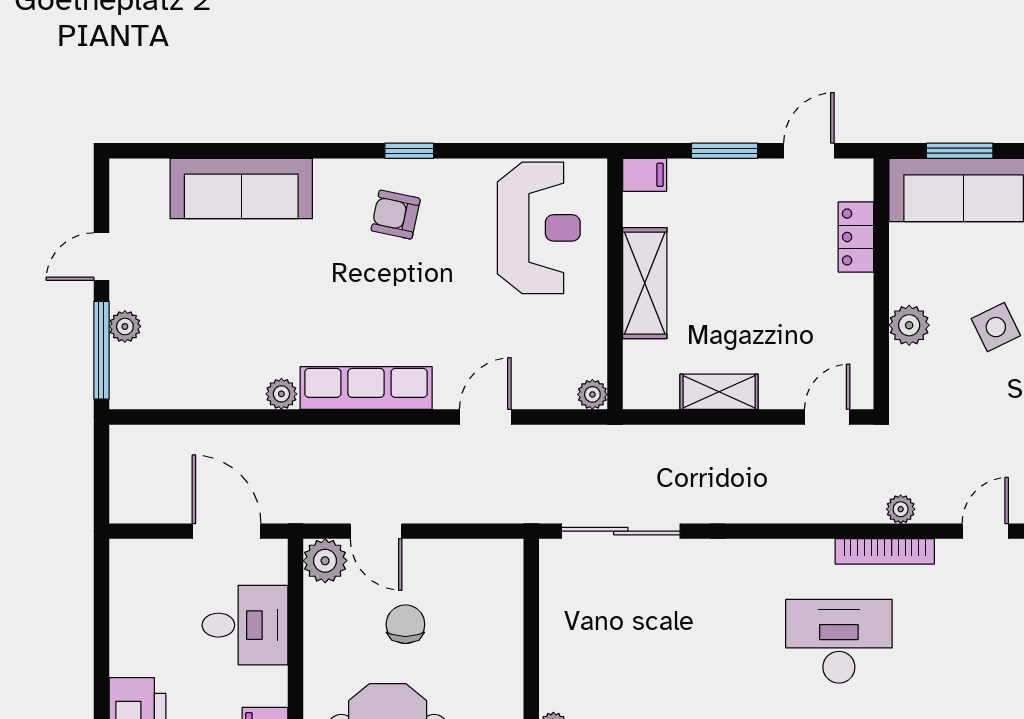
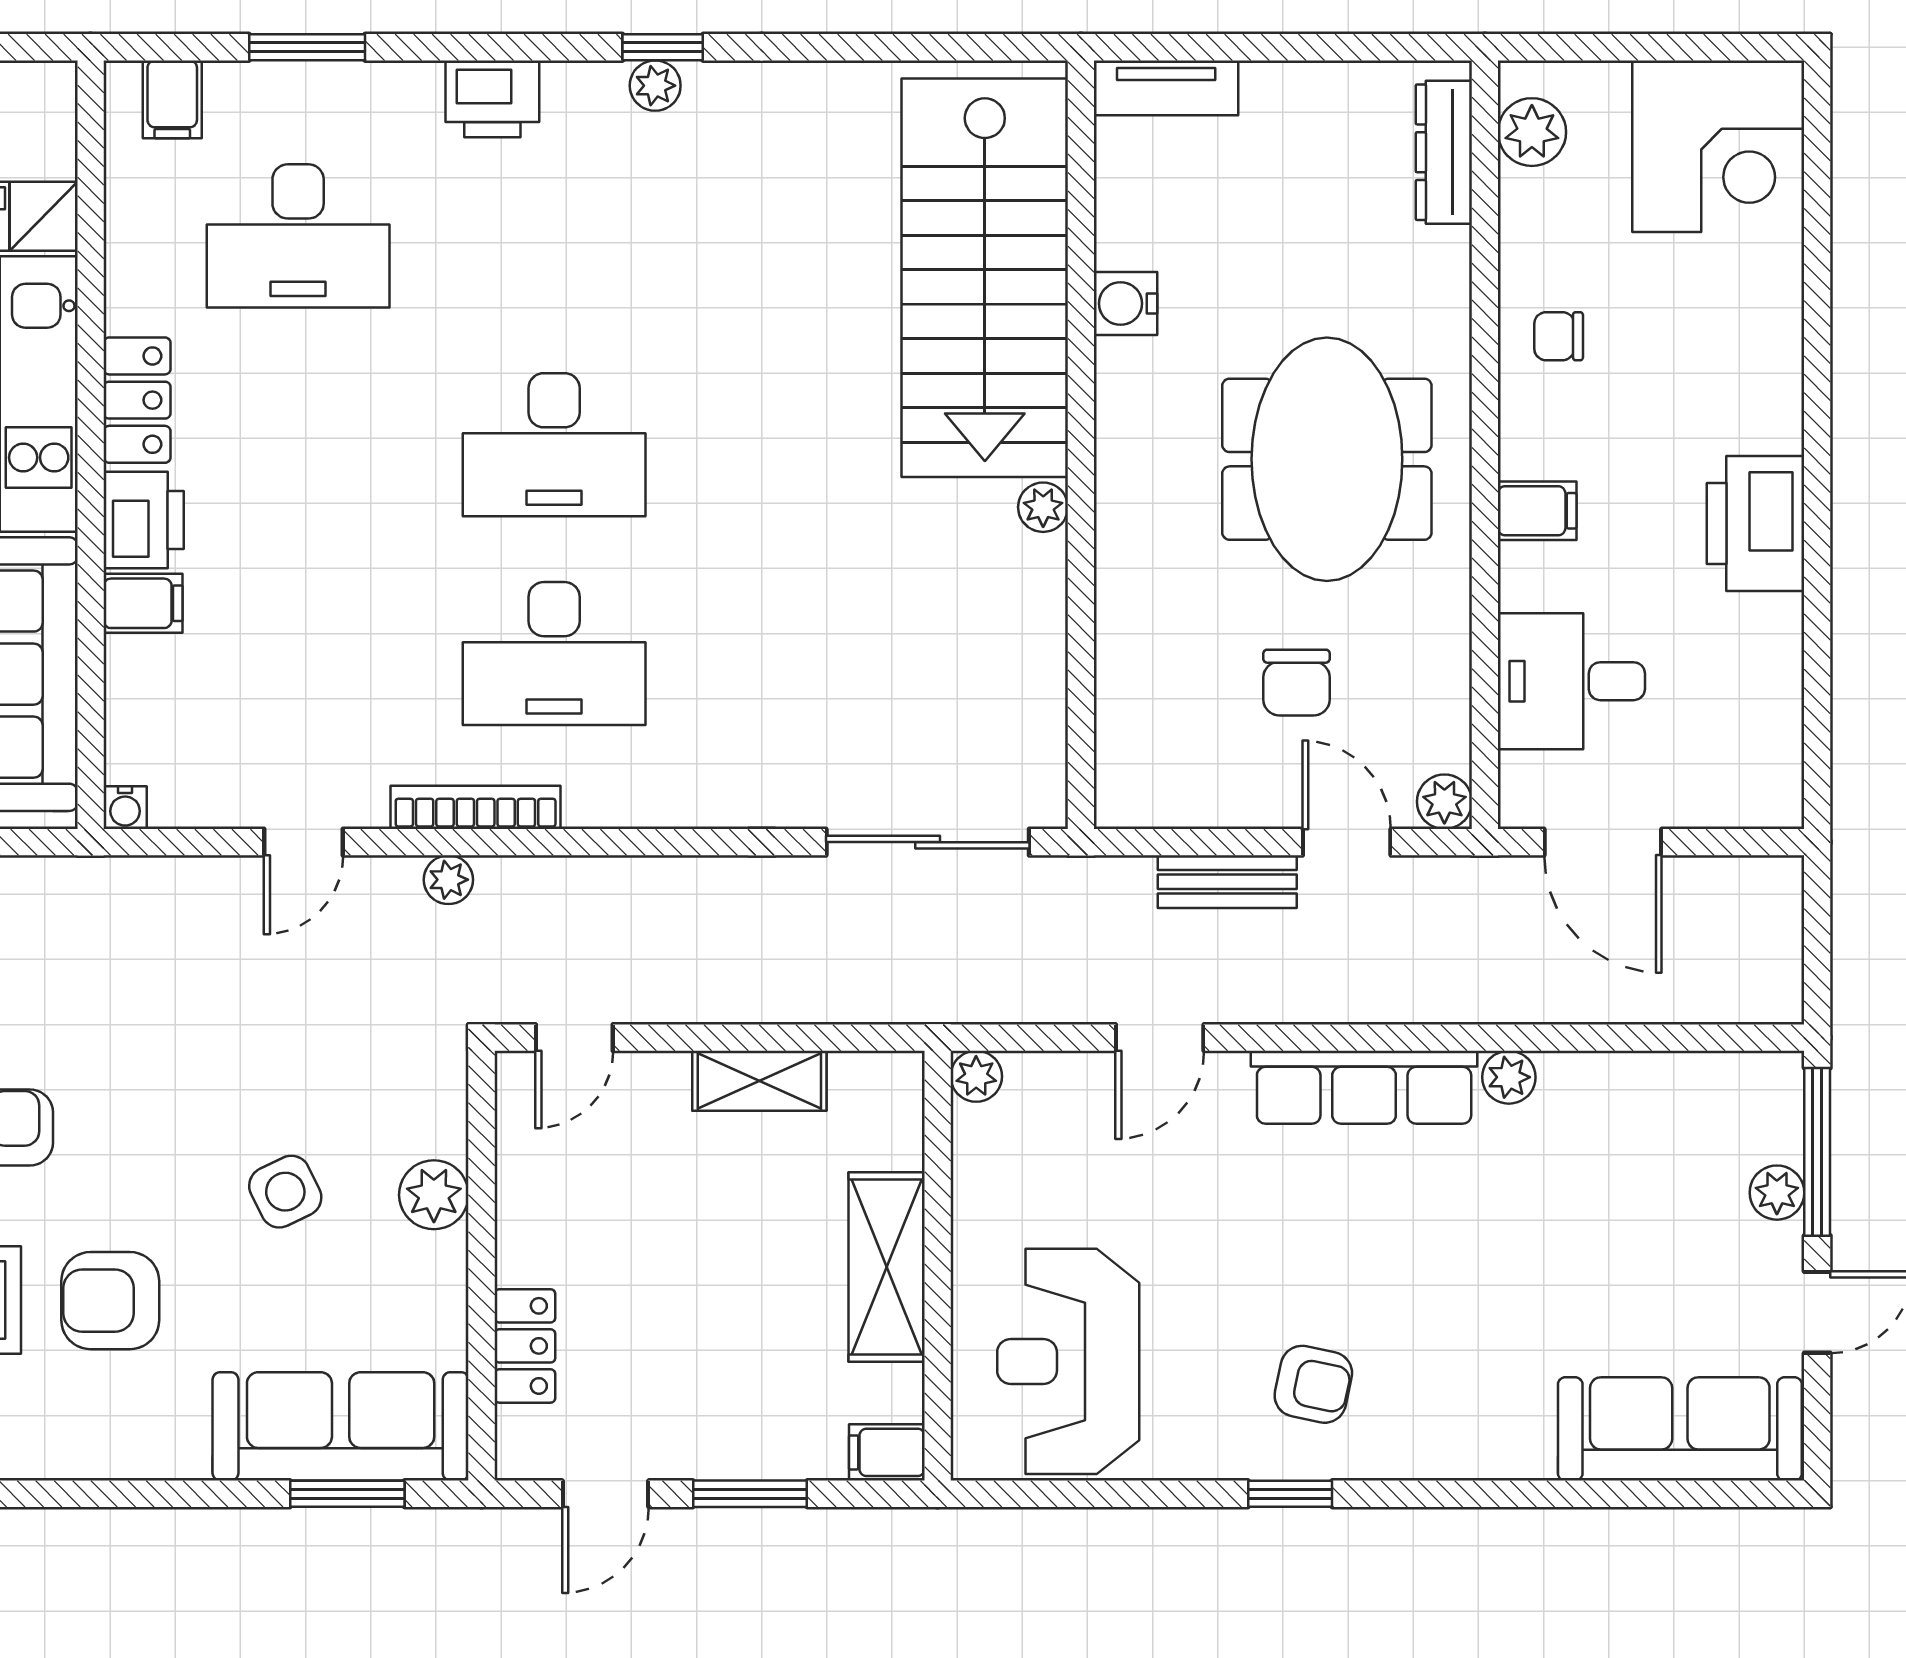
sofa: (241, 189) -> (1680, 1429), moved
bench: (446, 508) -> (1227, 882), added
plant: (325, 561) -> (1444, 802), width x0.73, depth x0.73

